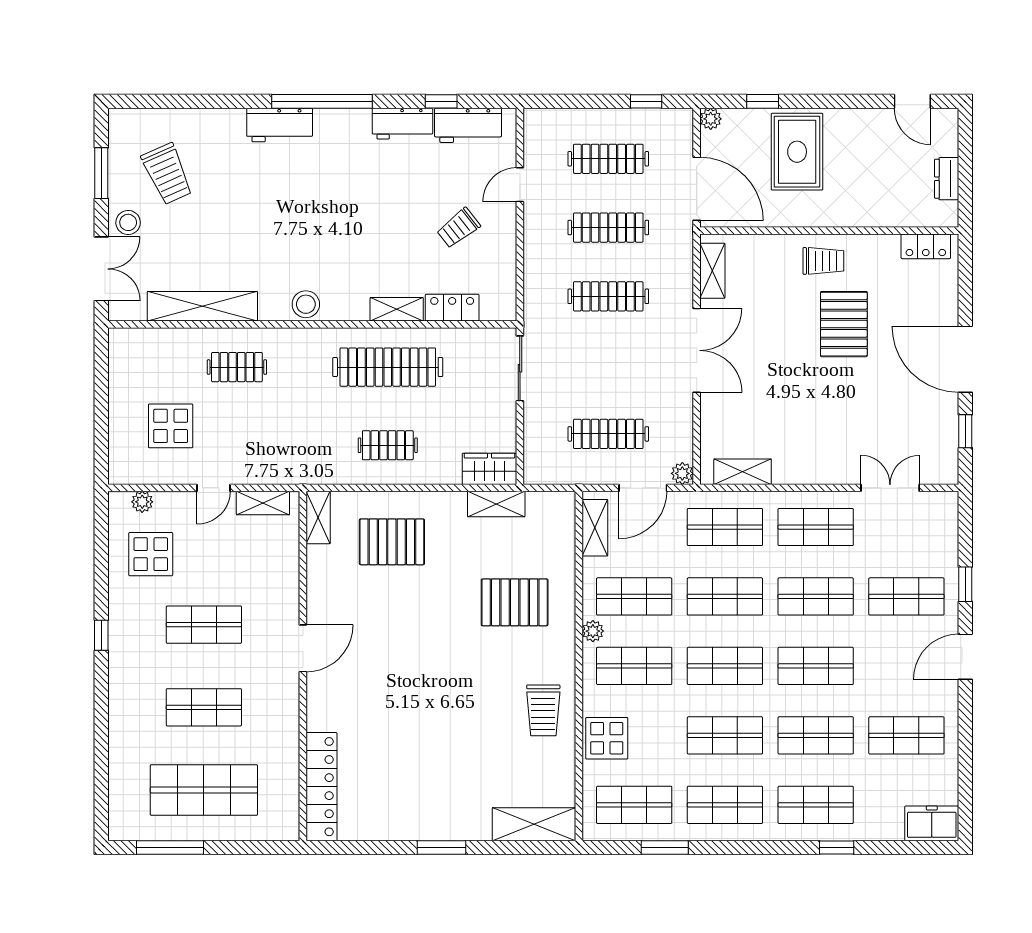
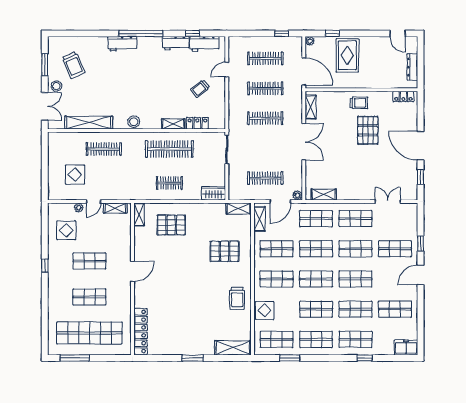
dresser: (947, 179) -> (412, 67), width x1.44
clothes rail: (237, 367) -> (104, 149), width x1.36
plant: (142, 502) -> (79, 208), moved
shelving: (496, 504) -> (239, 209), moved
plant: (593, 631) -> (259, 264), removed
shop shelf: (204, 790) -> (89, 333), width x1.40

